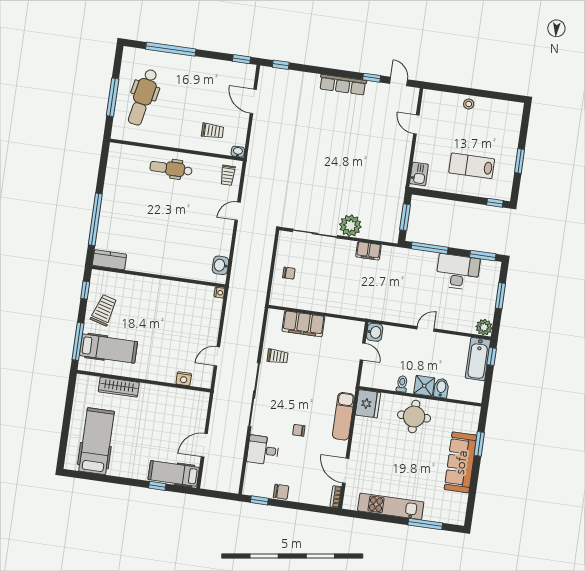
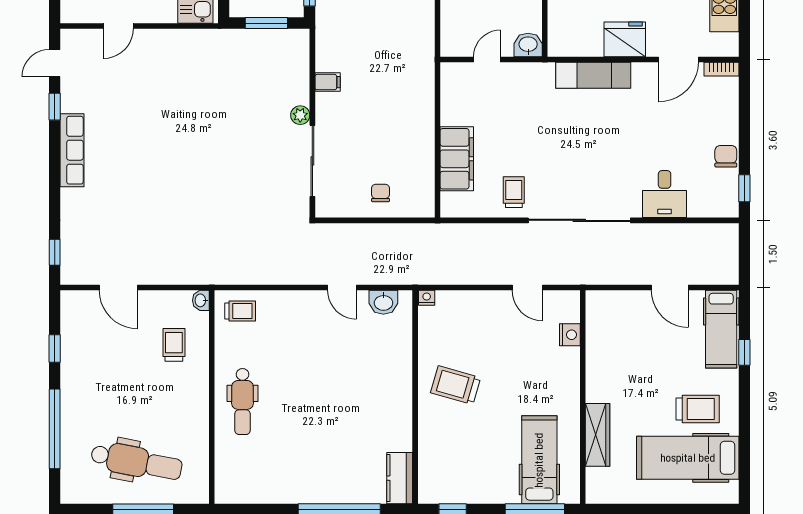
window: (242, 59) -> (55, 348), moved
door: (253, 101) -> (118, 287), hinge flipped
door: (238, 211) -> (342, 287), moved
plant: (350, 226) -> (300, 115), width x0.53, depth x0.53
filing cabinet: (369, 251) -> (328, 82), width x0.50
trolley: (104, 310) -> (456, 385), moved
washbasin: (375, 332) -> (528, 45), moved
fridge: (368, 404) -> (625, 39), moved
chair: (299, 430) -> (625, 142), removed
trolley: (126, 452) -> (698, 409), added

